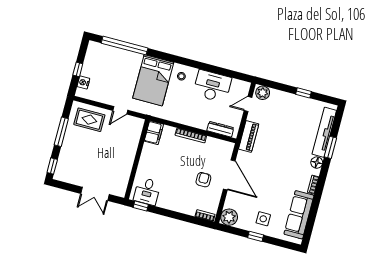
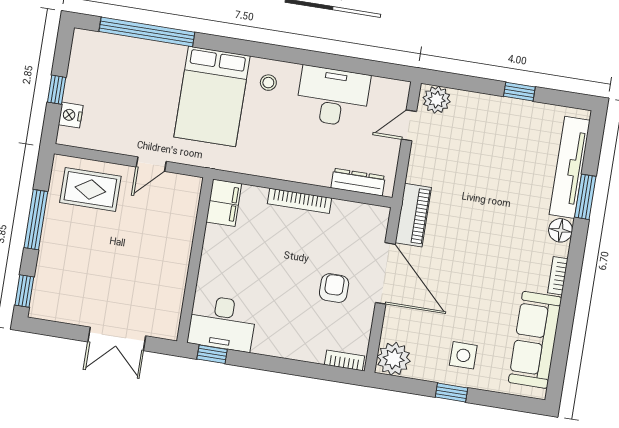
piano: (249, 136) -> (413, 215), moved
desk: (147, 191) -> (222, 323), width x1.37

